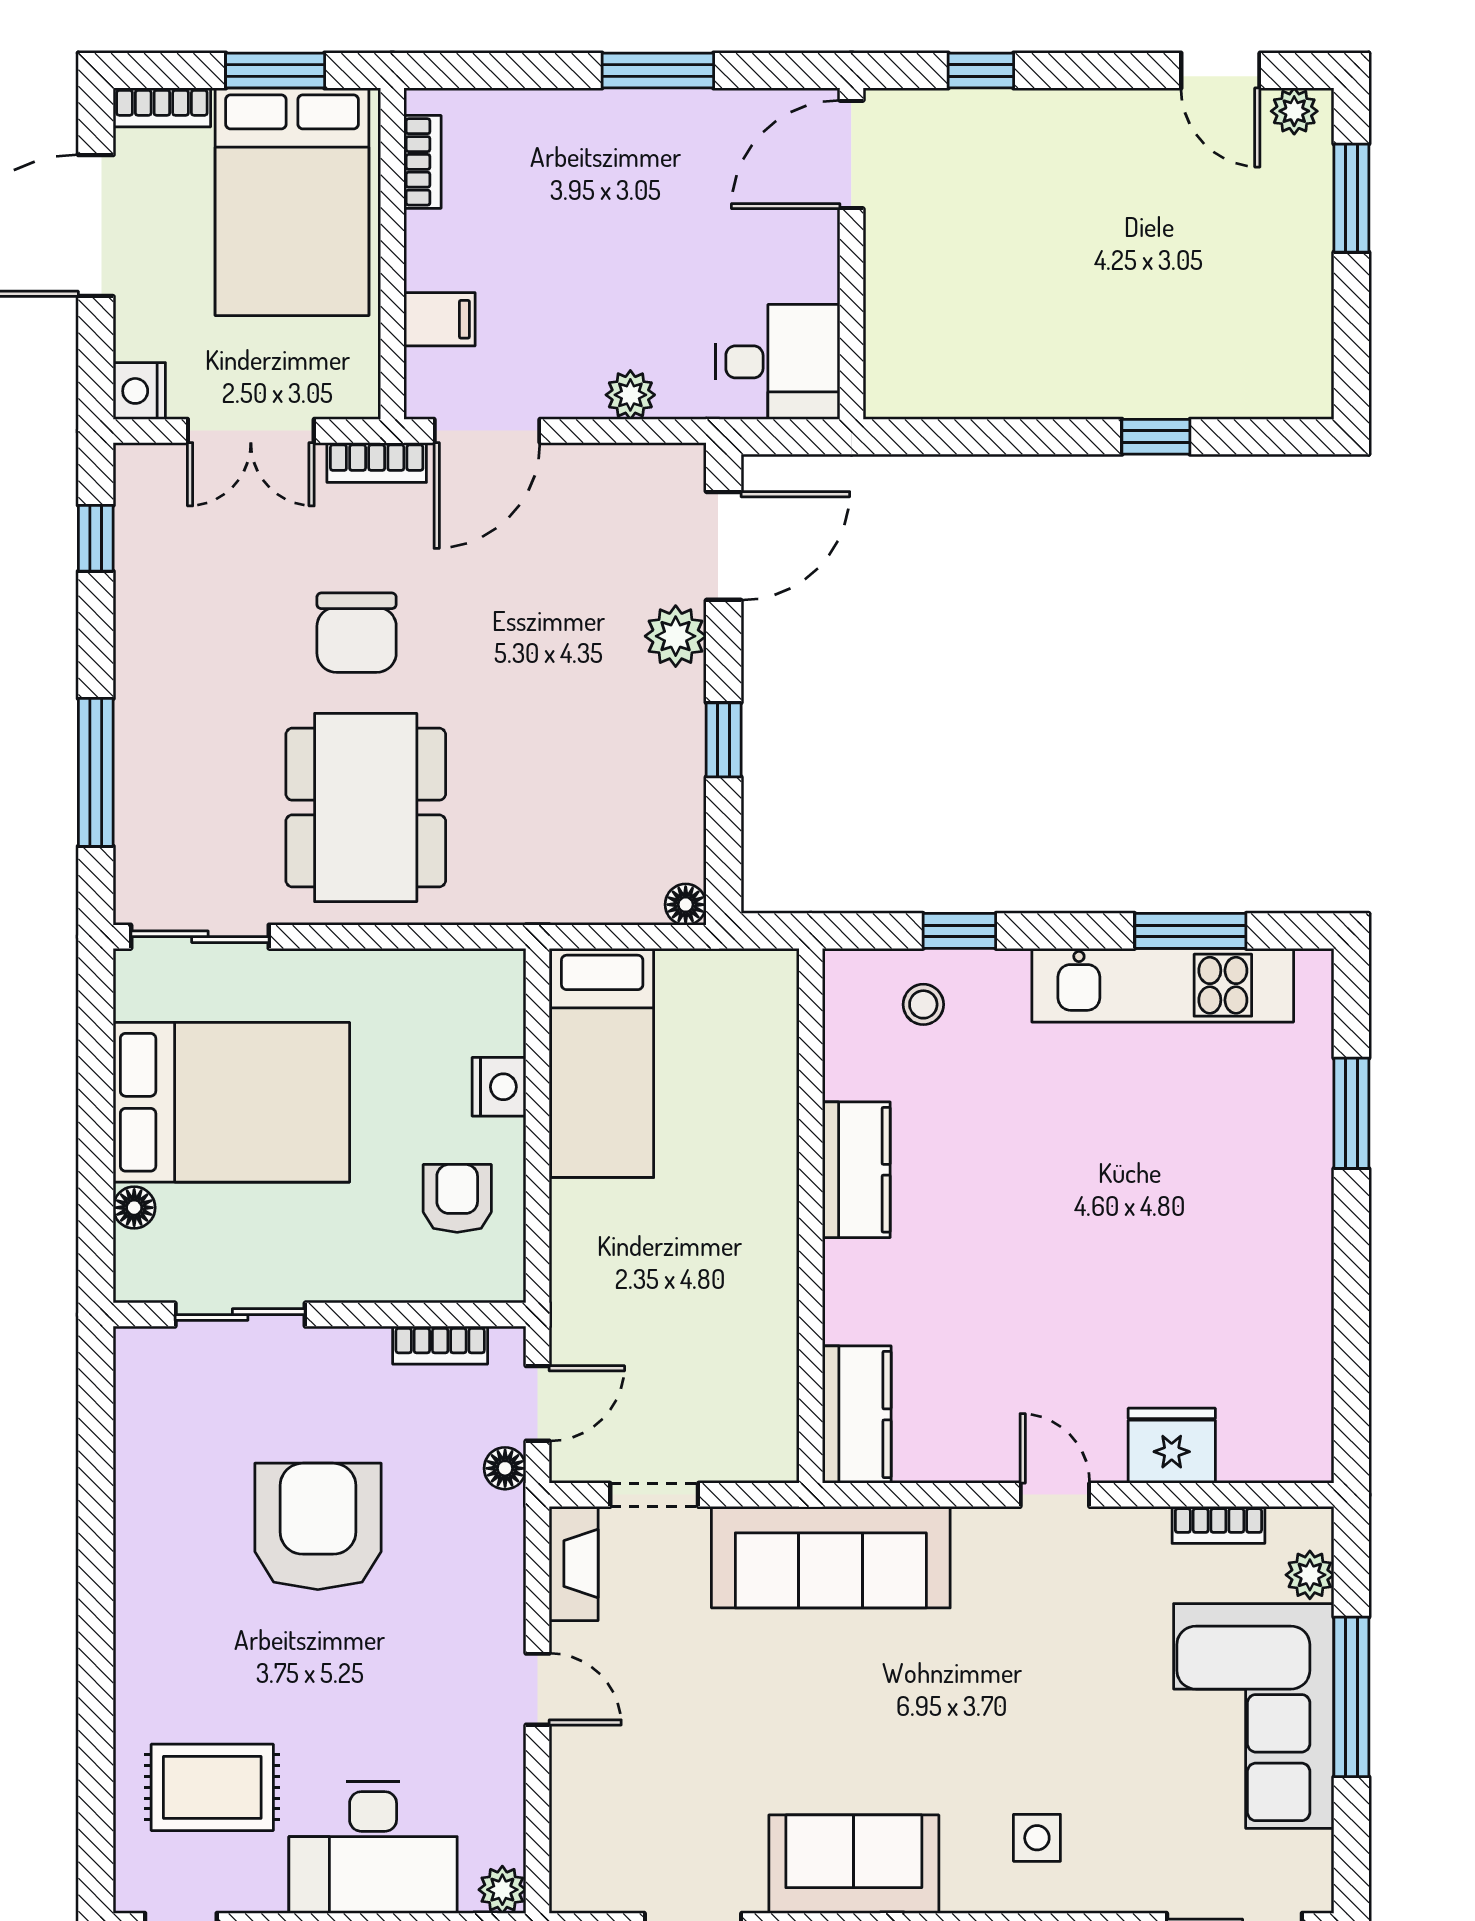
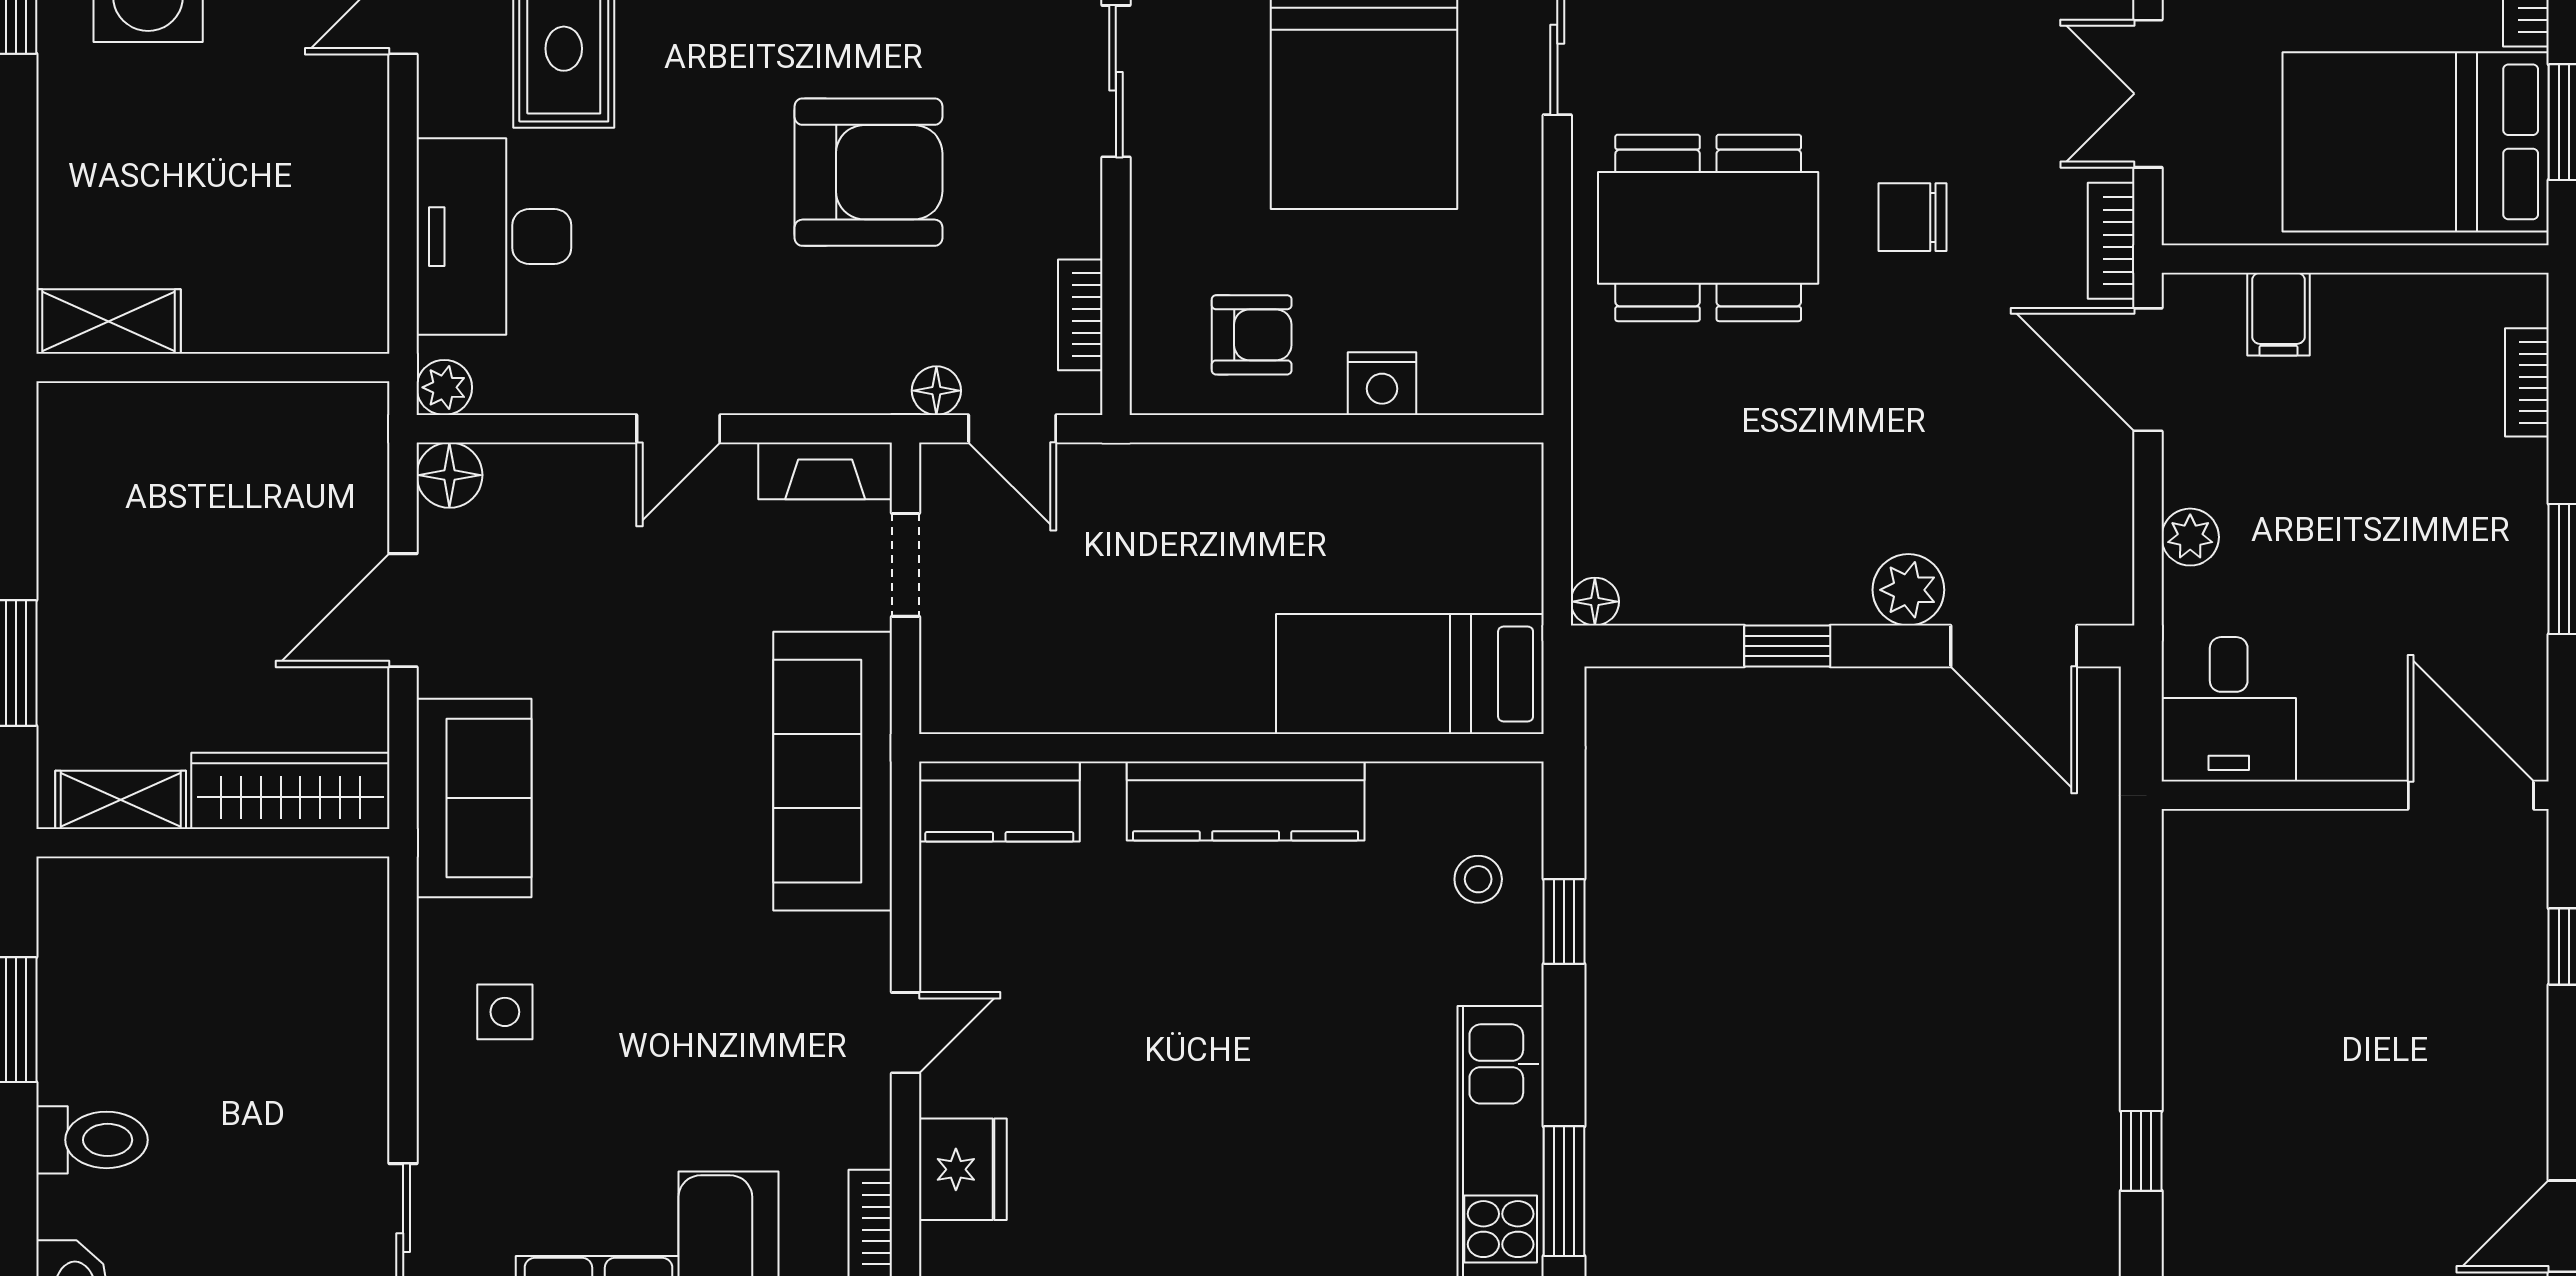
bookcase: (422, 162) -> (2527, 382), moved, turned 90
chair: (357, 633) -> (1913, 217), width x0.73, depth x0.73
bed: (602, 1063) -> (1410, 674), moved
kitchen counter: (856, 1170) -> (1246, 801), width x1.50
floor lamp: (577, 1885) -> (449, 475), added

